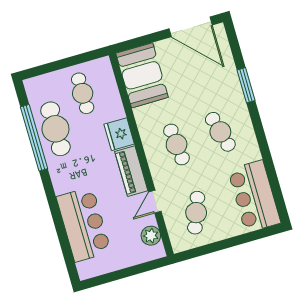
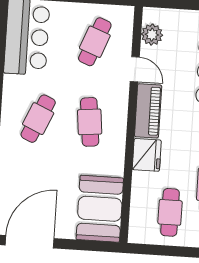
door: (191, 27) -> (30, 242), hinge flipped
cafe table: (220, 132) -> (38, 119), turned 39
door: (155, 202) -> (135, 69), hinge flipped

